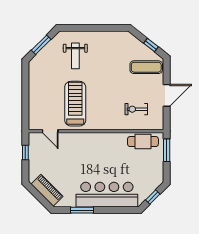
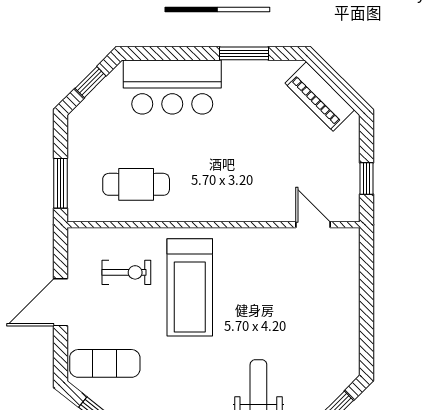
treadmill: (75, 104) -> (190, 287), moved
cafe table: (143, 142) -> (136, 184), moved
bar counter: (107, 195) -> (172, 87), width x0.73

